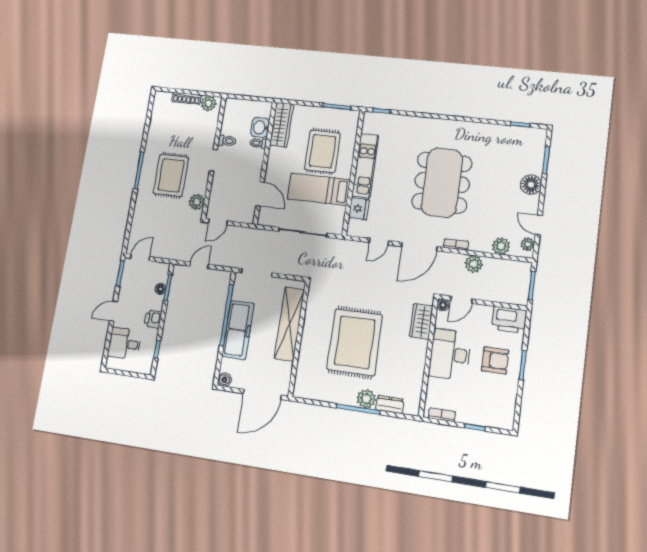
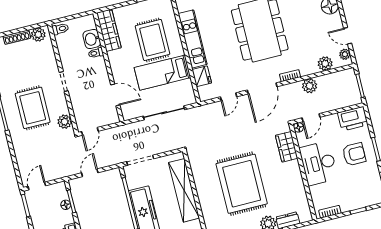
toilet: (227, 141) -> (60, 29), moved

